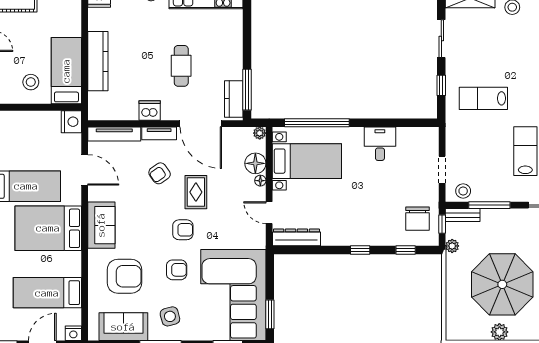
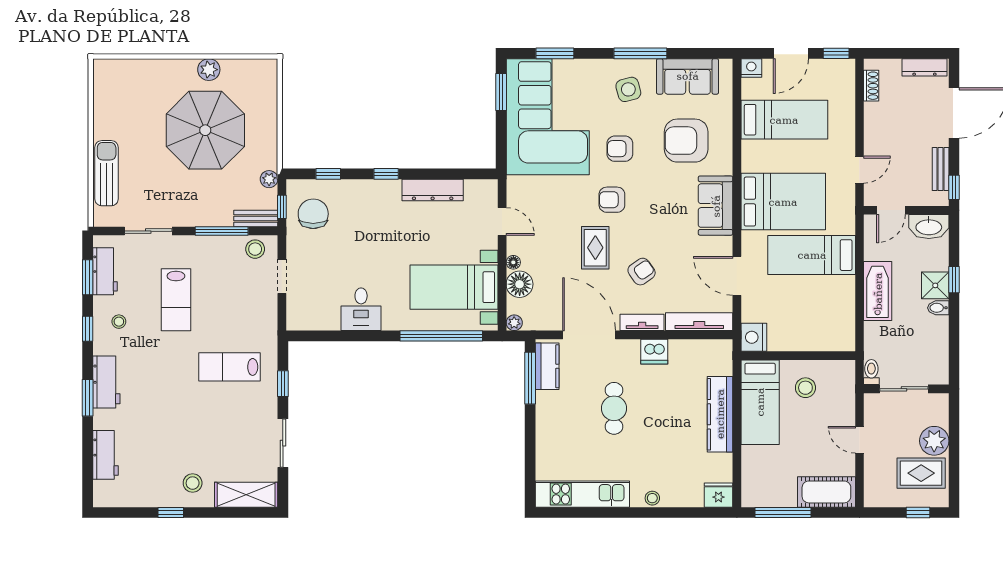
lab bench: (483, 98) -> (229, 367), turned 180
dresser: (296, 237) -> (433, 190), moved

